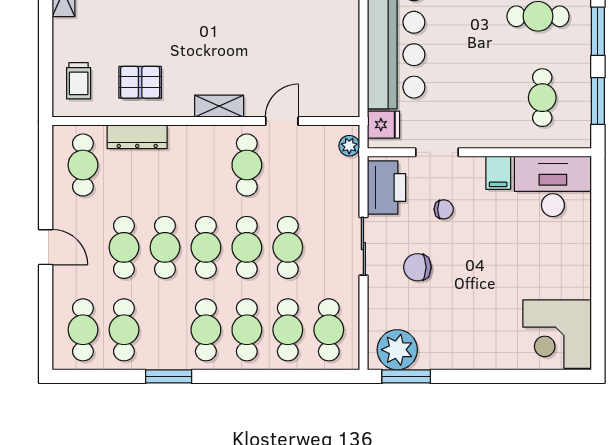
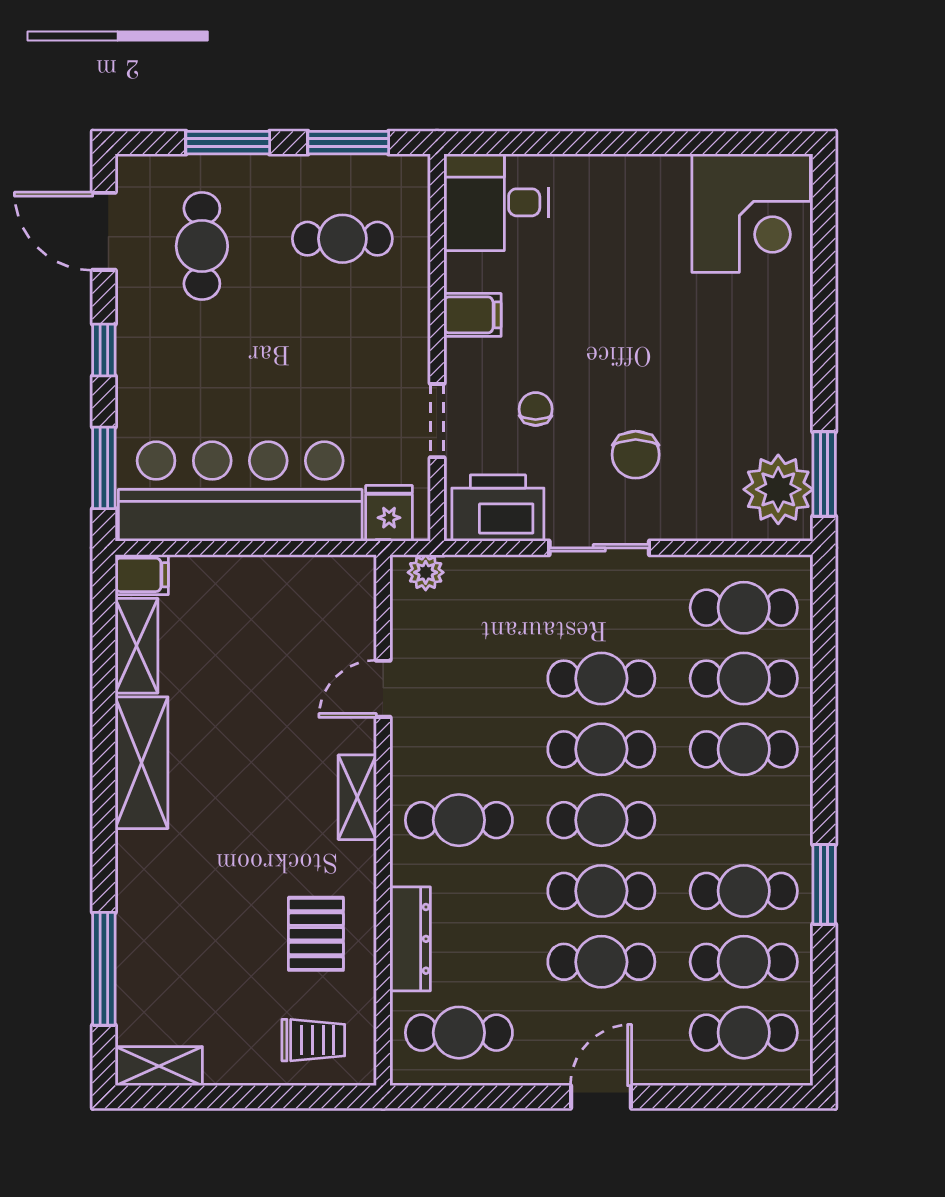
door: (282, 121) -> (383, 689), hinge flipped
cafe table: (247, 165) -> (459, 820), moved
desk: (553, 186) -> (496, 202), width x0.73
cafe table: (206, 330) -> (744, 891), moved

